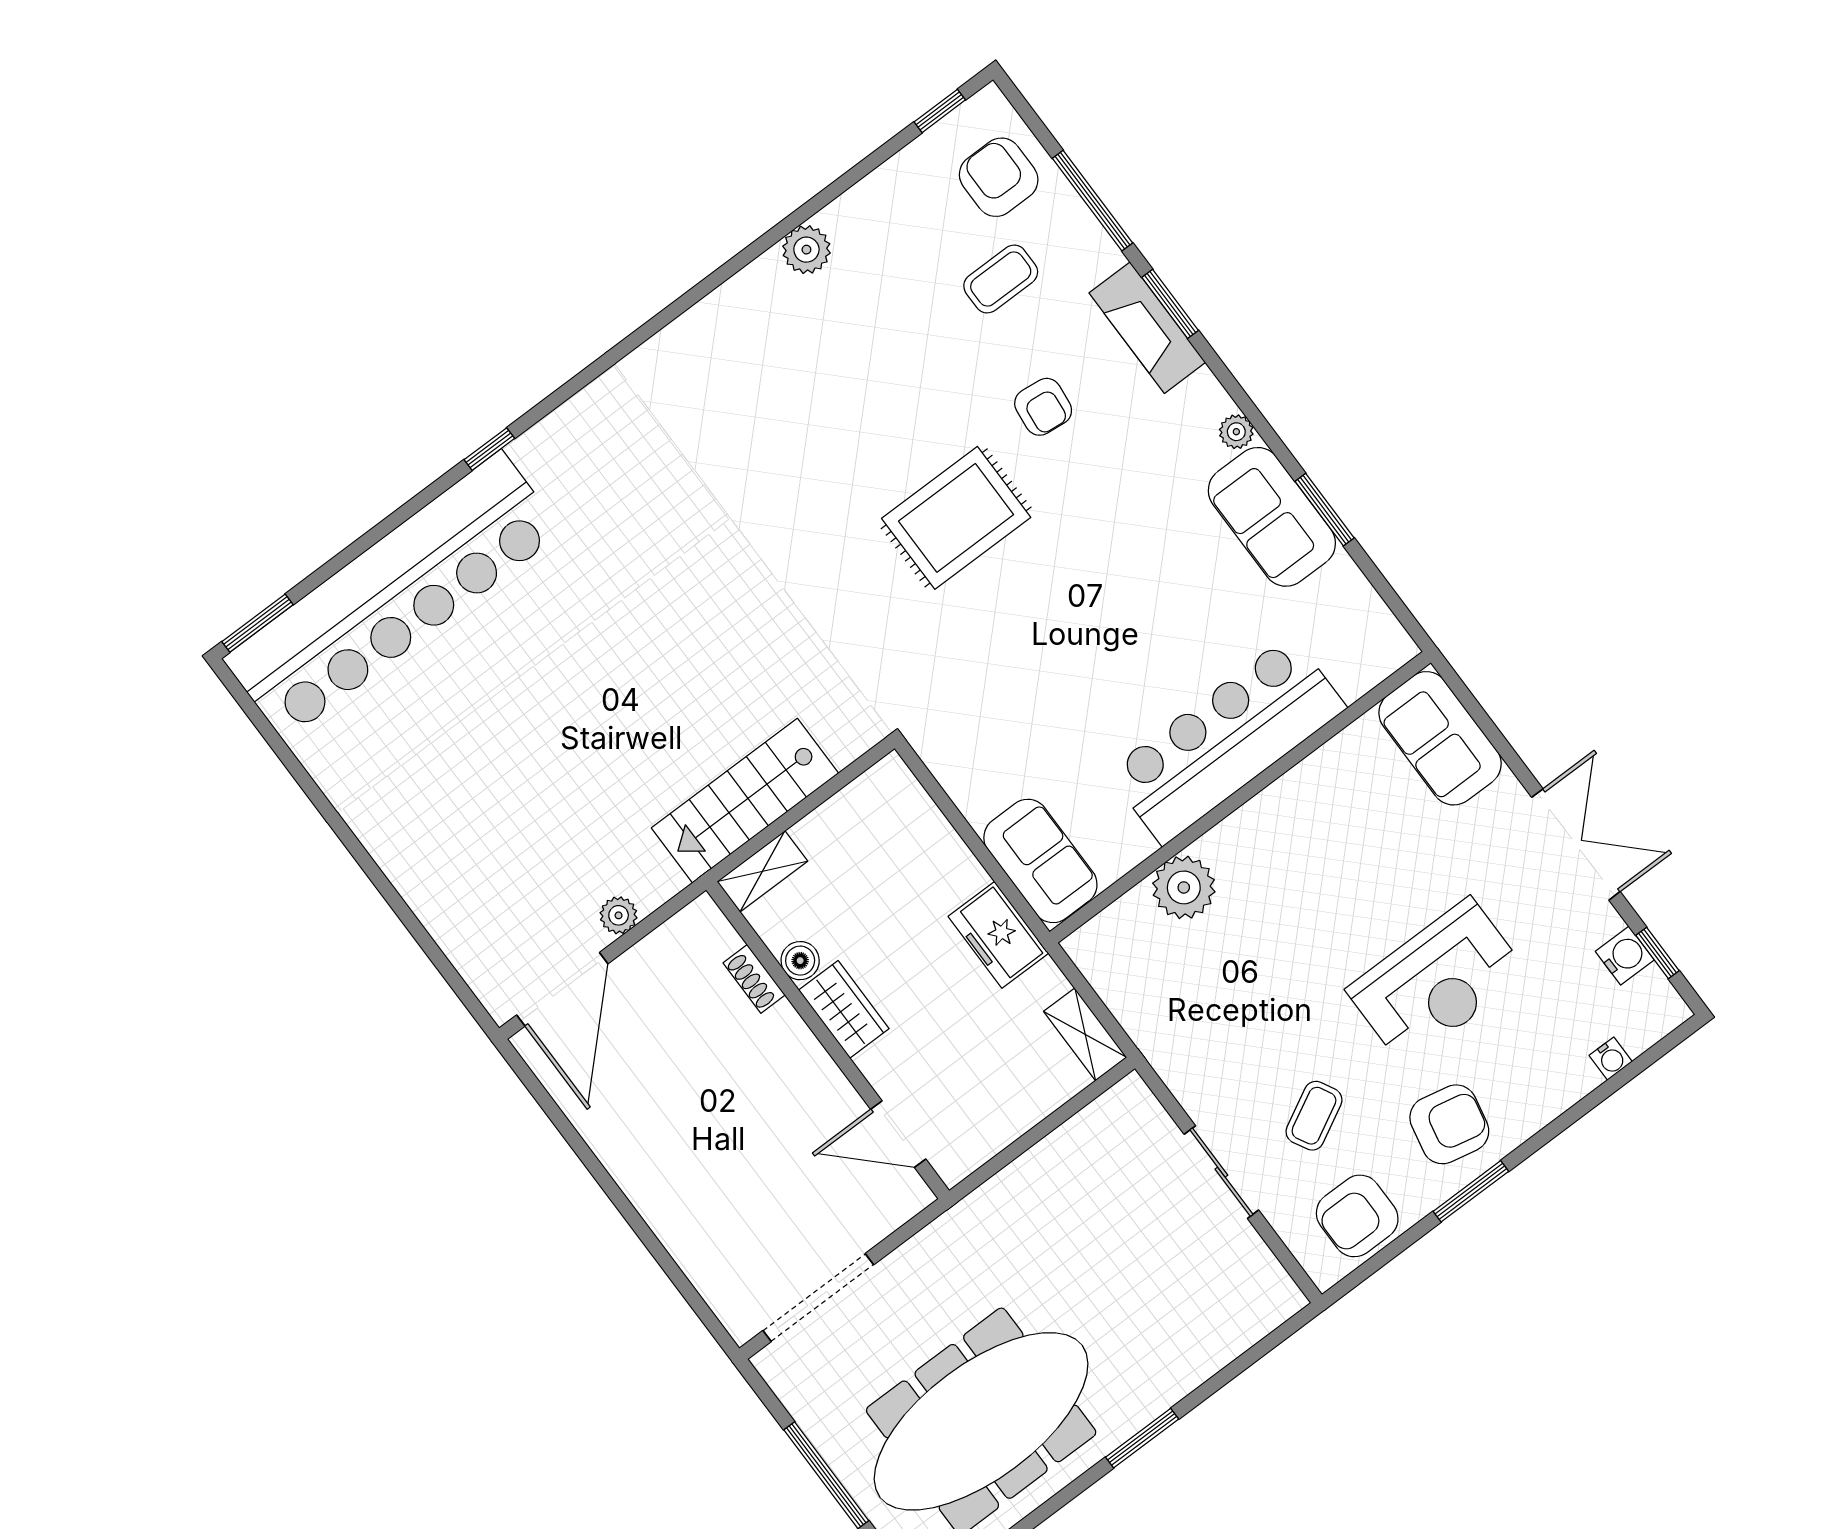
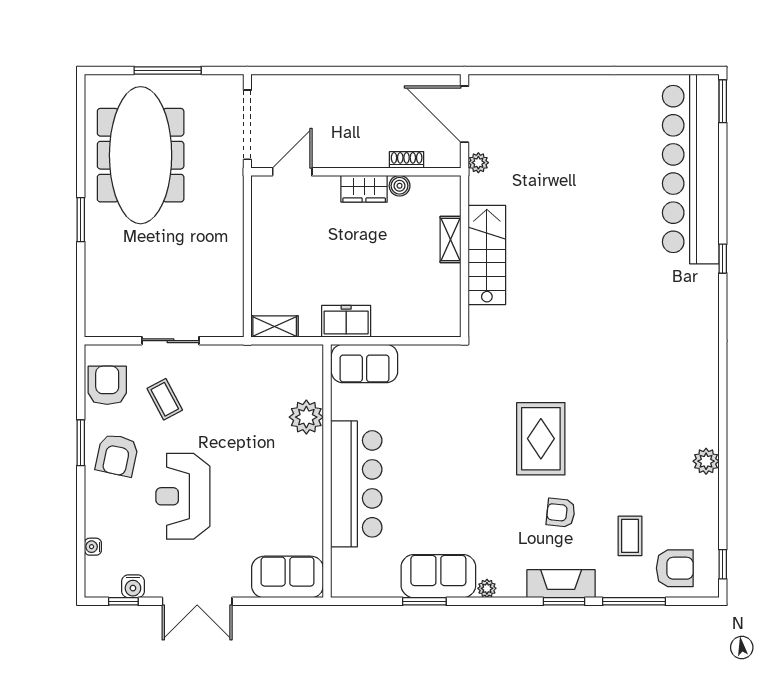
boiler: (800, 961) -> (400, 186), moved
shoe rack: (754, 979) -> (407, 160), moved
wardrobe: (844, 1009) -> (364, 189), moved
wall: (828, 1040) -> (356, 172), moved
door: (898, 1134) -> (292, 172), moved

